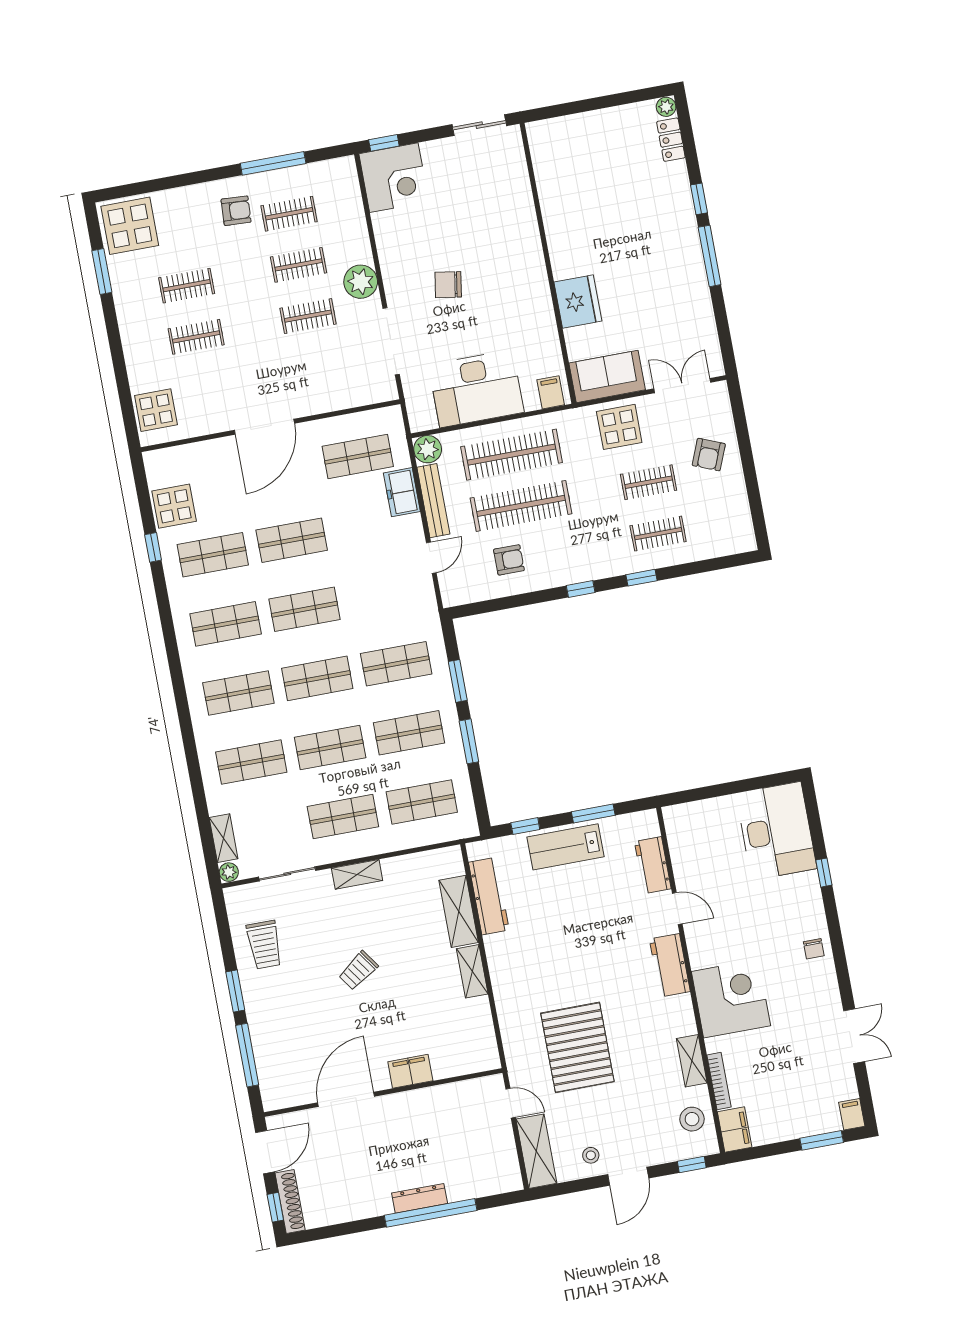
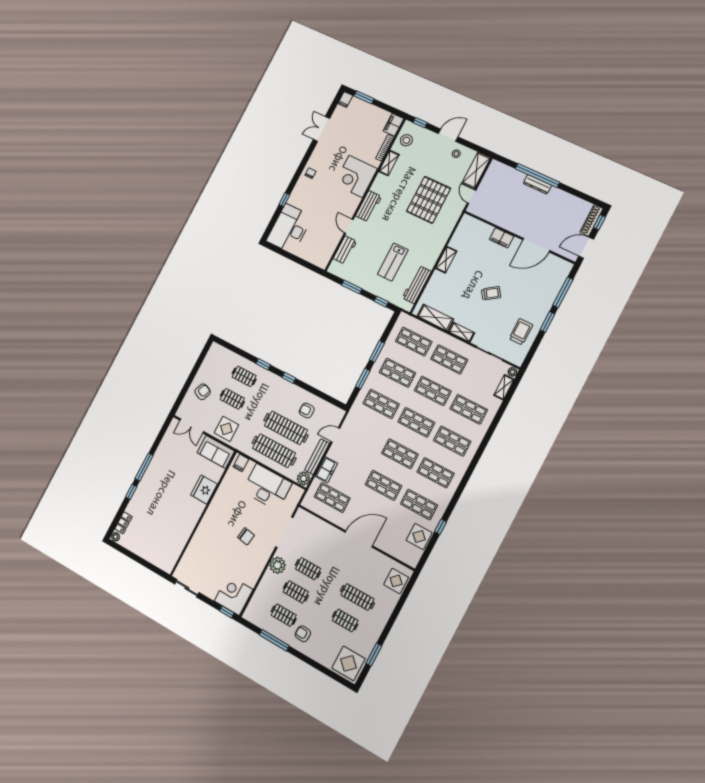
clothes rail: (196, 337) -> (357, 597), width x1.36
lab bench: (566, 847) -> (393, 262), moved, turned 90
shelving: (459, 911) -> (435, 318), moved, turned 90

